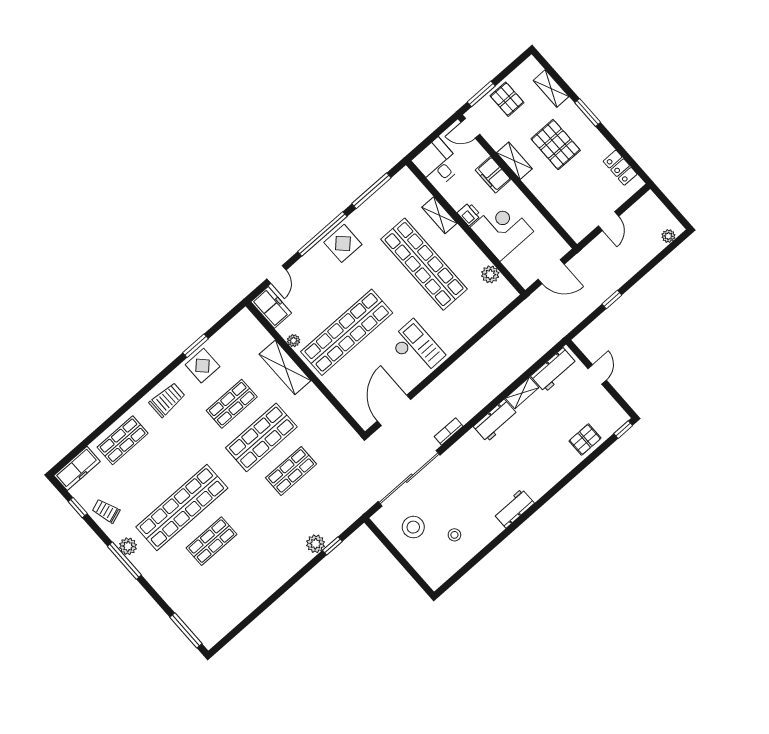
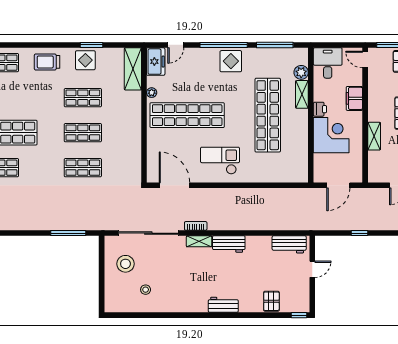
shelving: (514, 161) -> (374, 136), moved
door: (551, 272) -> (338, 185), hinge flipped
plant: (490, 274) -> (301, 72), moved
checkout: (417, 348) -> (220, 161), turned -90
shelving: (285, 367) -> (133, 69), moved
shelving: (522, 393) -> (199, 241), moved
trolley: (167, 400) -> (47, 62), turned 180
door: (394, 410) -> (175, 185), hinge flipped
shop shelf: (261, 437) -> (83, 133), width x0.70, depth x0.74
pallet: (585, 439) -> (271, 301), turned 90
workbench: (514, 508) -> (223, 305), moved
plant: (316, 544) -> (60, 223), removed
window: (332, 546) -> (68, 233), width x2.17

